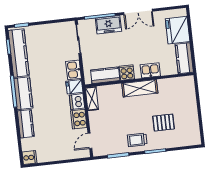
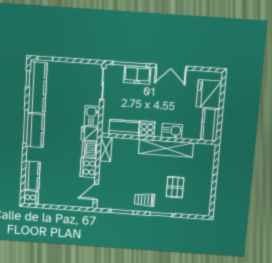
shelving: (140, 88) -> (166, 148), width x1.47
pallet: (164, 123) -> (175, 187), turned 90
kitchen counter: (26, 124) -> (32, 176), moved

